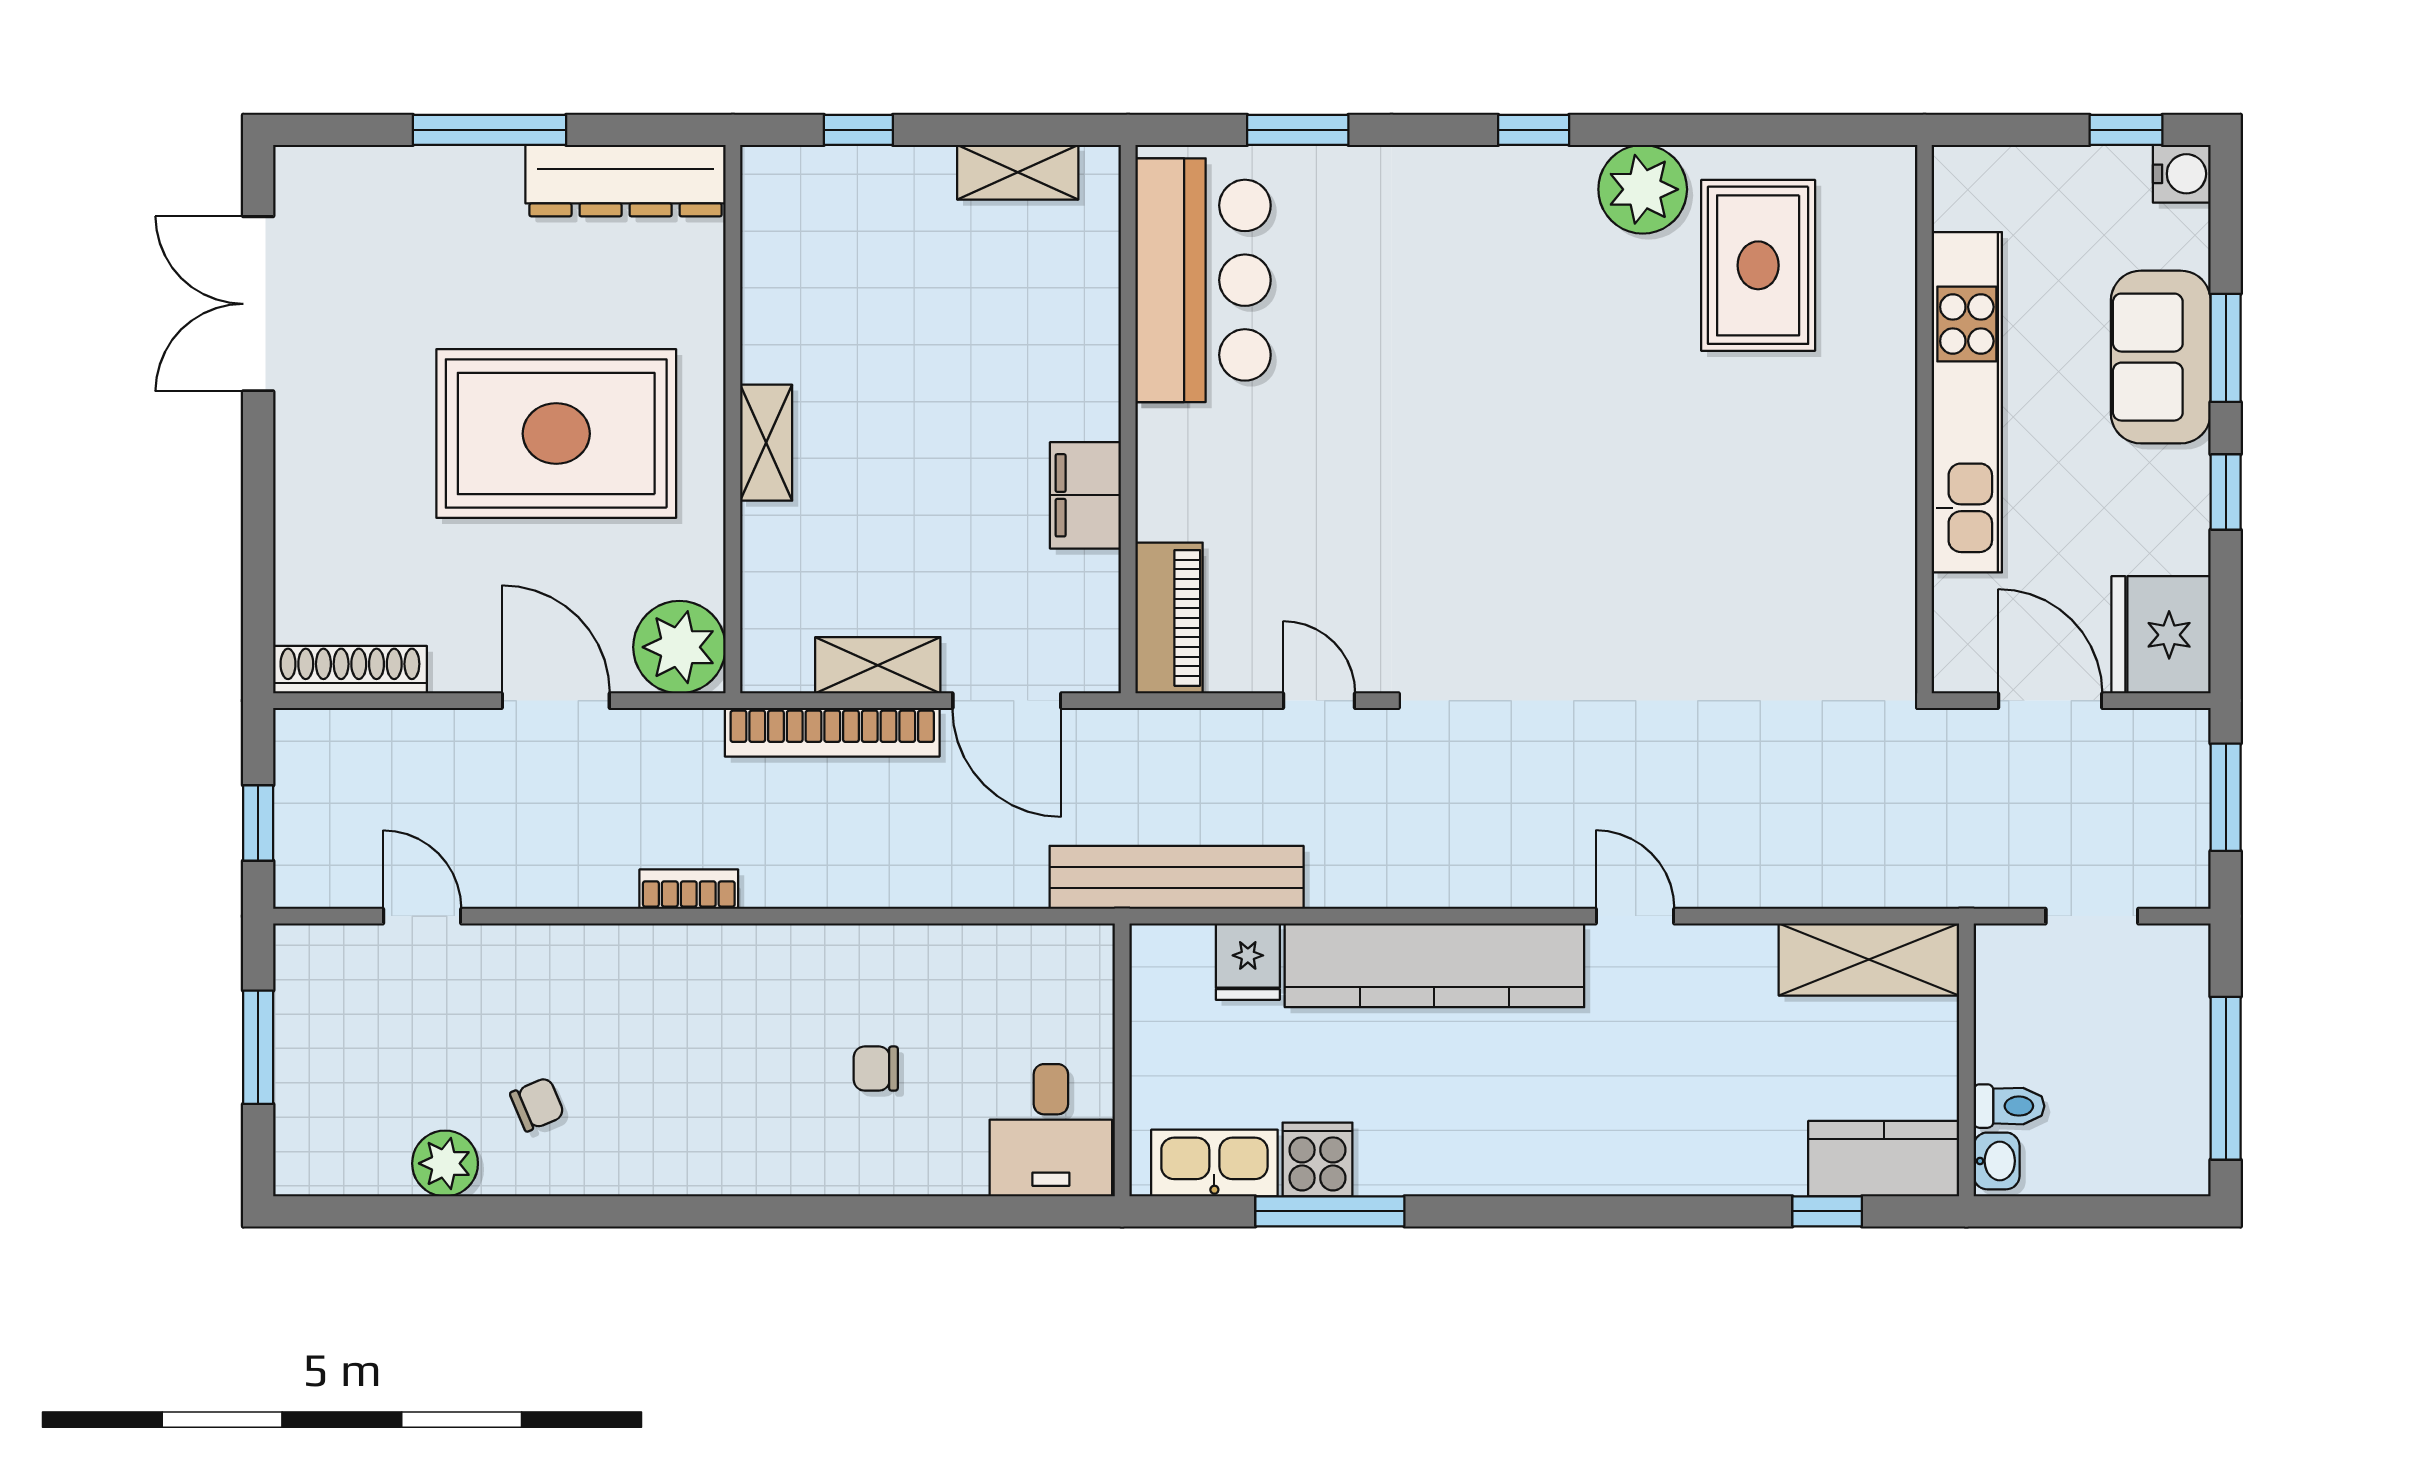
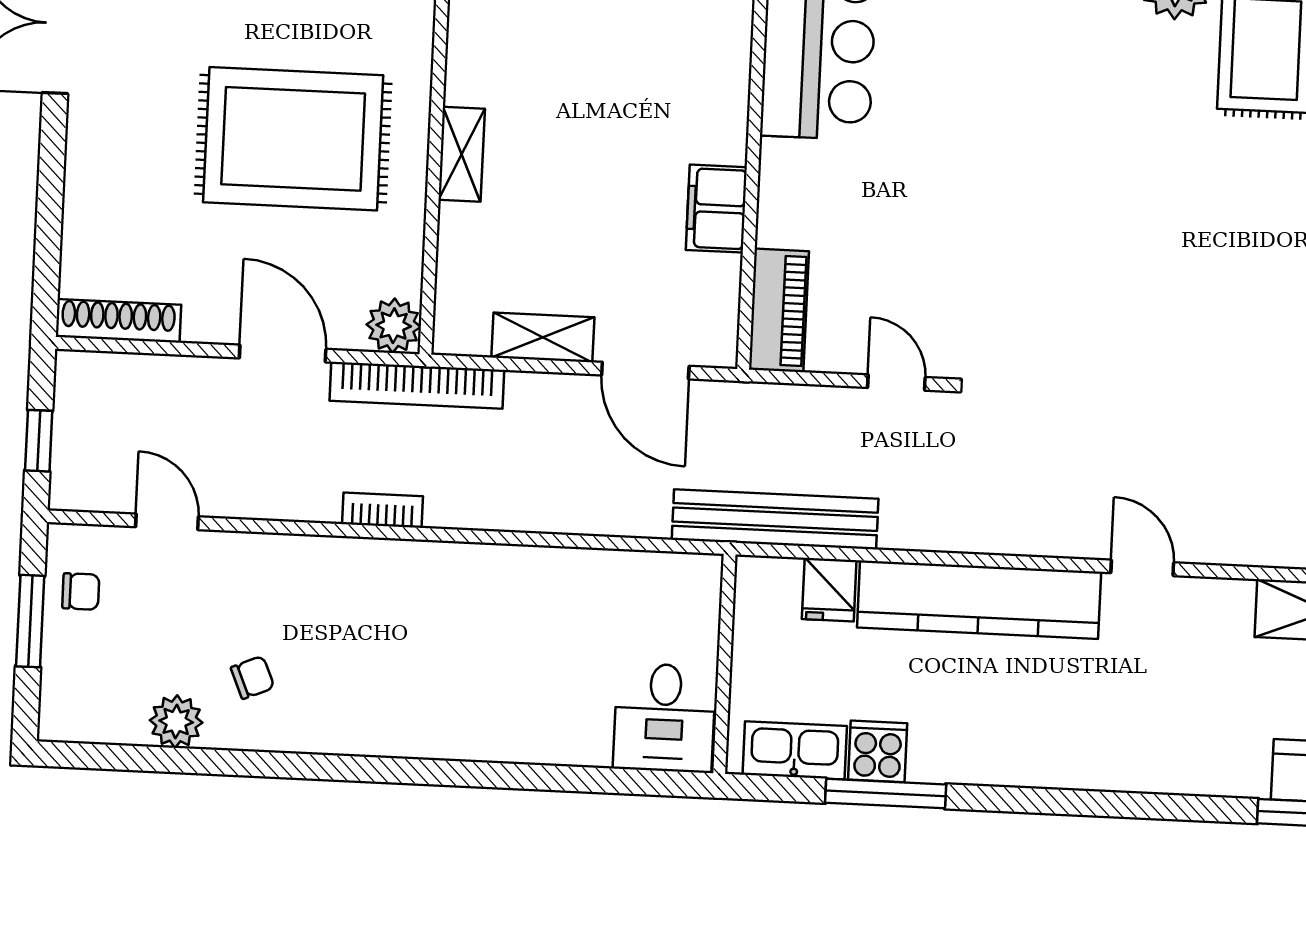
plant: (679, 647) -> (394, 326), width x0.73, depth x0.73
bookcase: (832, 732) -> (417, 385), moved
chair: (876, 1069) -> (81, 591), moved, turned 180

